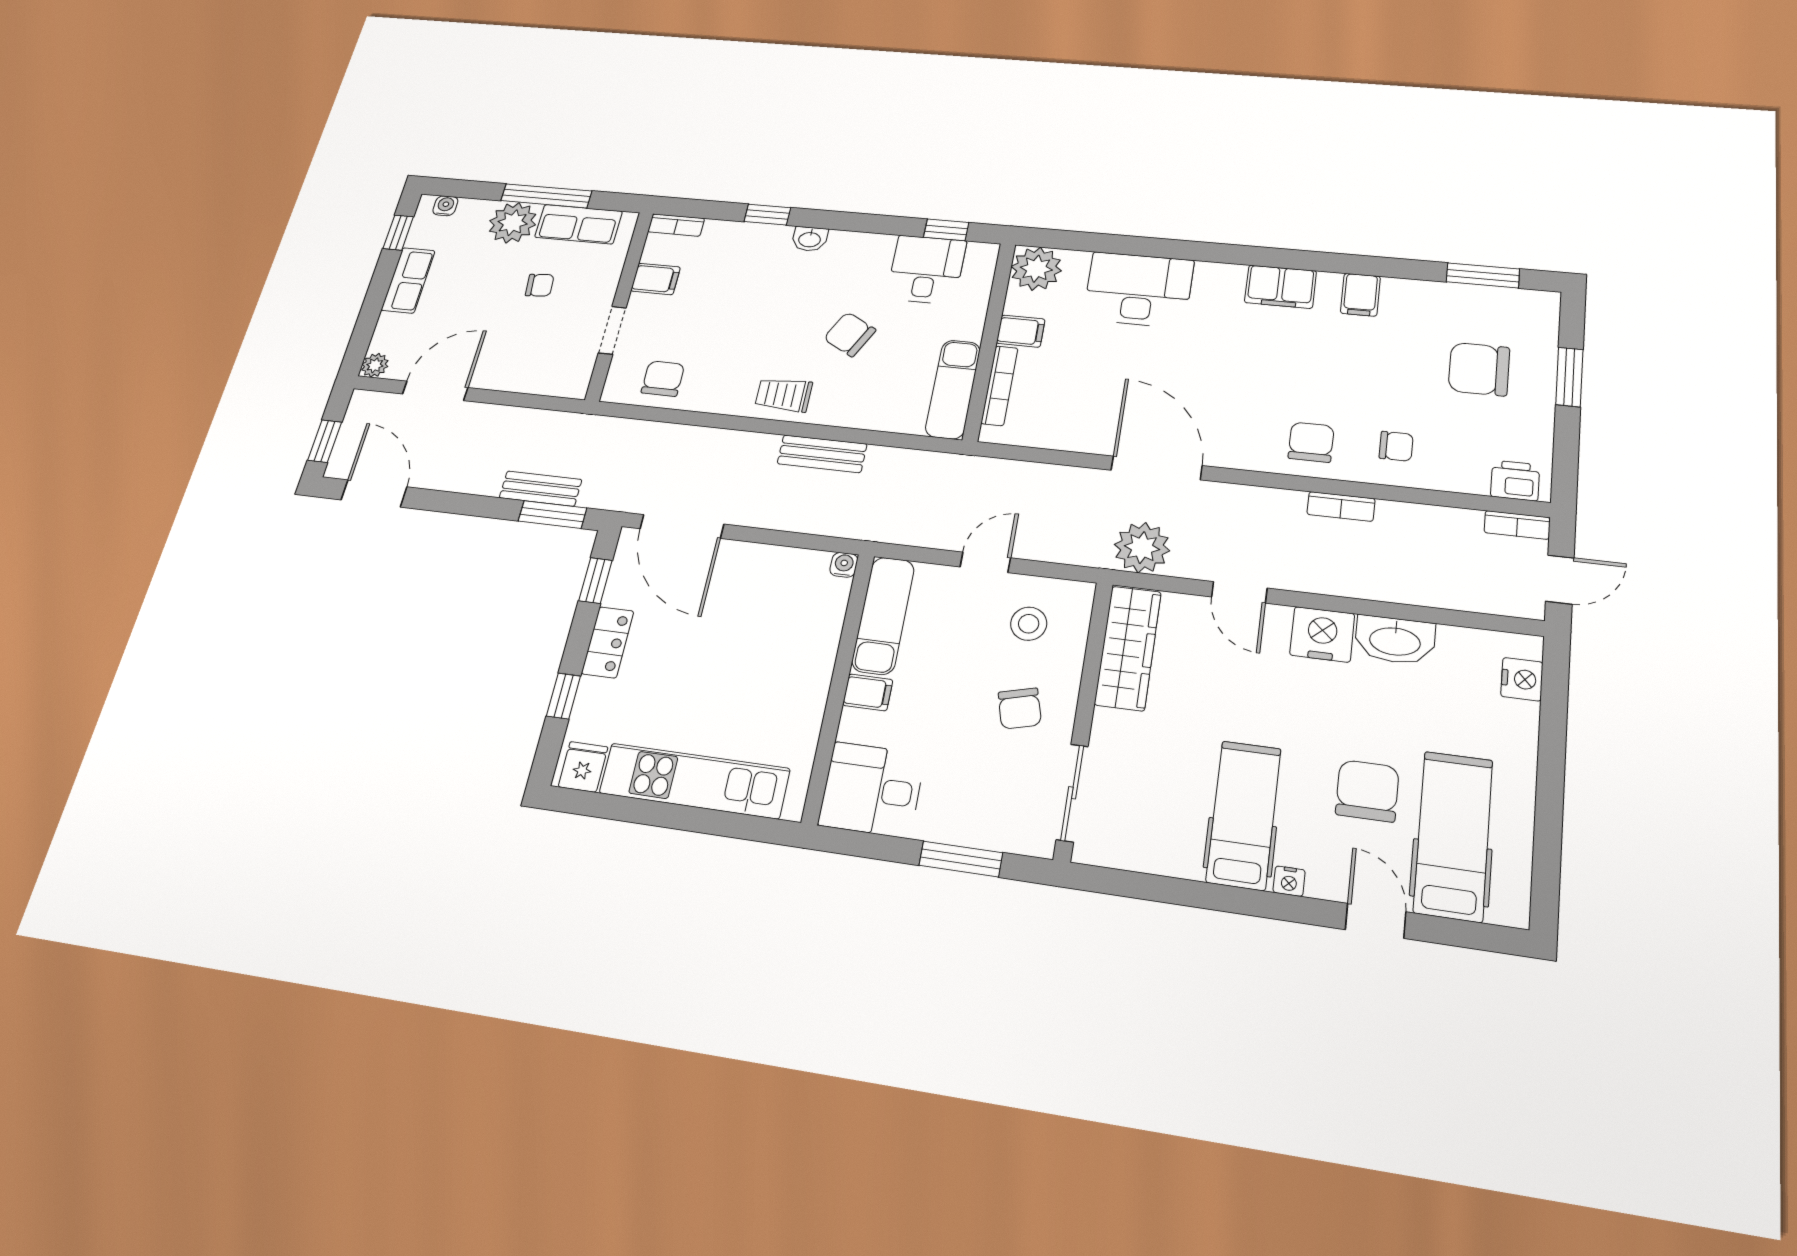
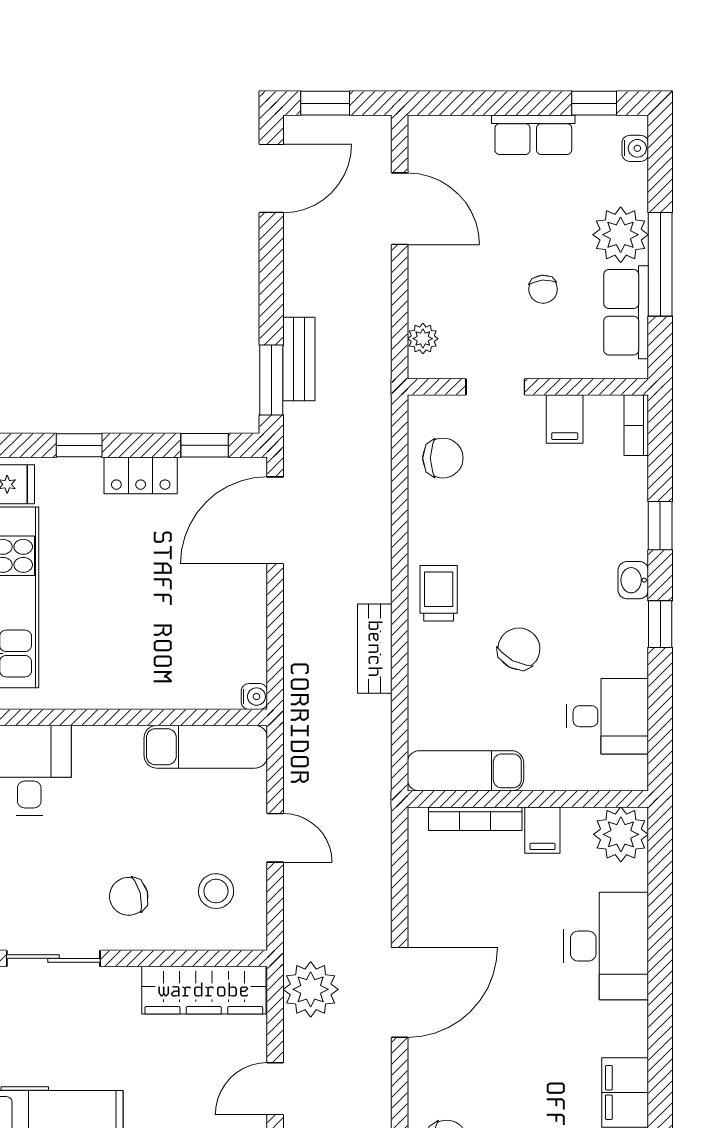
window: (946, 230) -> (660, 624), moved
plant: (375, 365) -> (423, 339), moved
filing cabinet: (868, 692) -> (124, 747), removed

